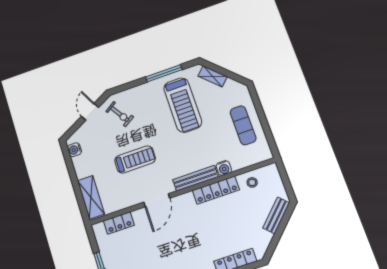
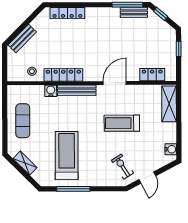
shelving: (213, 76) -> (25, 163), moved

